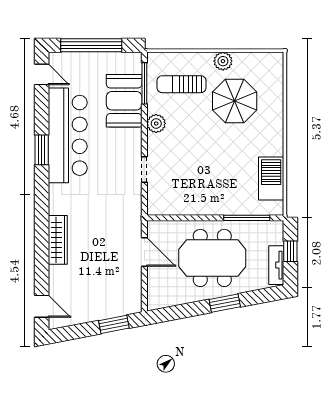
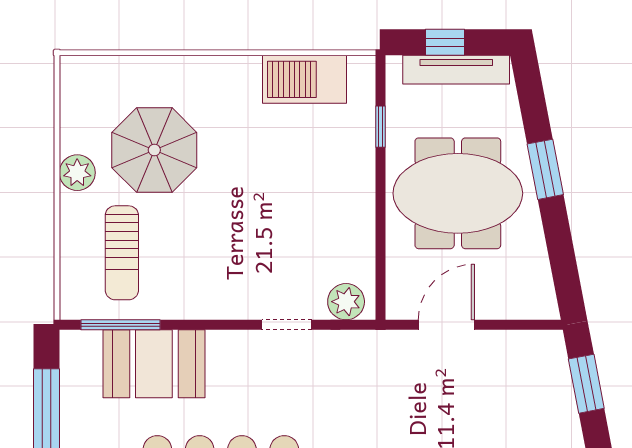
plant: (156, 123) -> (346, 302), moved
window: (247, 218) -> (381, 127), width x0.46
meeting table: (212, 258) -> (458, 193), turned 90
tv unit: (276, 265) -> (456, 70), width x1.41

